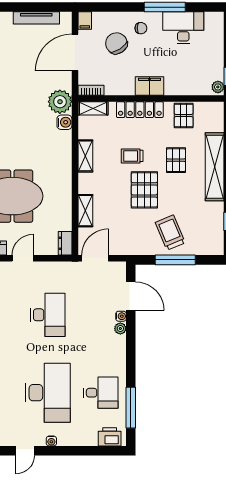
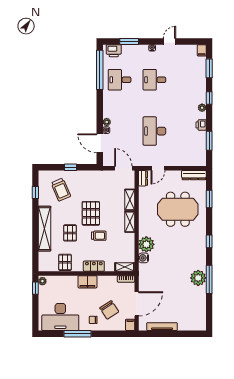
desk: (183, 28) -> (60, 317), width x1.36, depth x1.30
plant: (60, 102) -> (146, 244), moved
locker: (140, 110) -> (94, 266), width x0.66
shelving: (85, 156) -> (130, 222), moved
trolley: (170, 233) -> (61, 190), moved
door: (23, 258) -> (158, 168), moved
door: (95, 258) -> (123, 168), swing flipped
window: (175, 260) -> (70, 167), width x0.46
desk: (48, 393) -> (154, 80), width x0.53, depth x0.77
window: (131, 408) -> (100, 70), width x1.46
window: (86, 451) -> (129, 42), added

